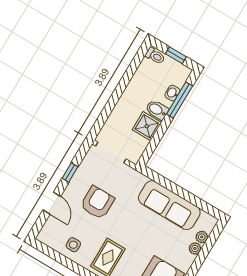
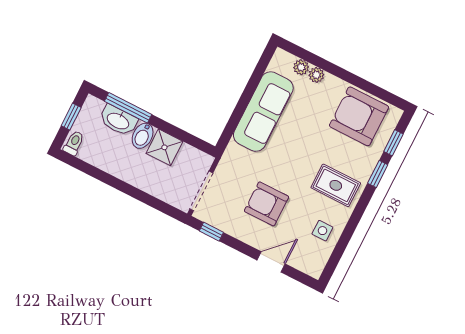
washbasin: (172, 93) -> (118, 121), width x1.91, depth x1.45
window: (70, 173) -> (211, 232), moved

